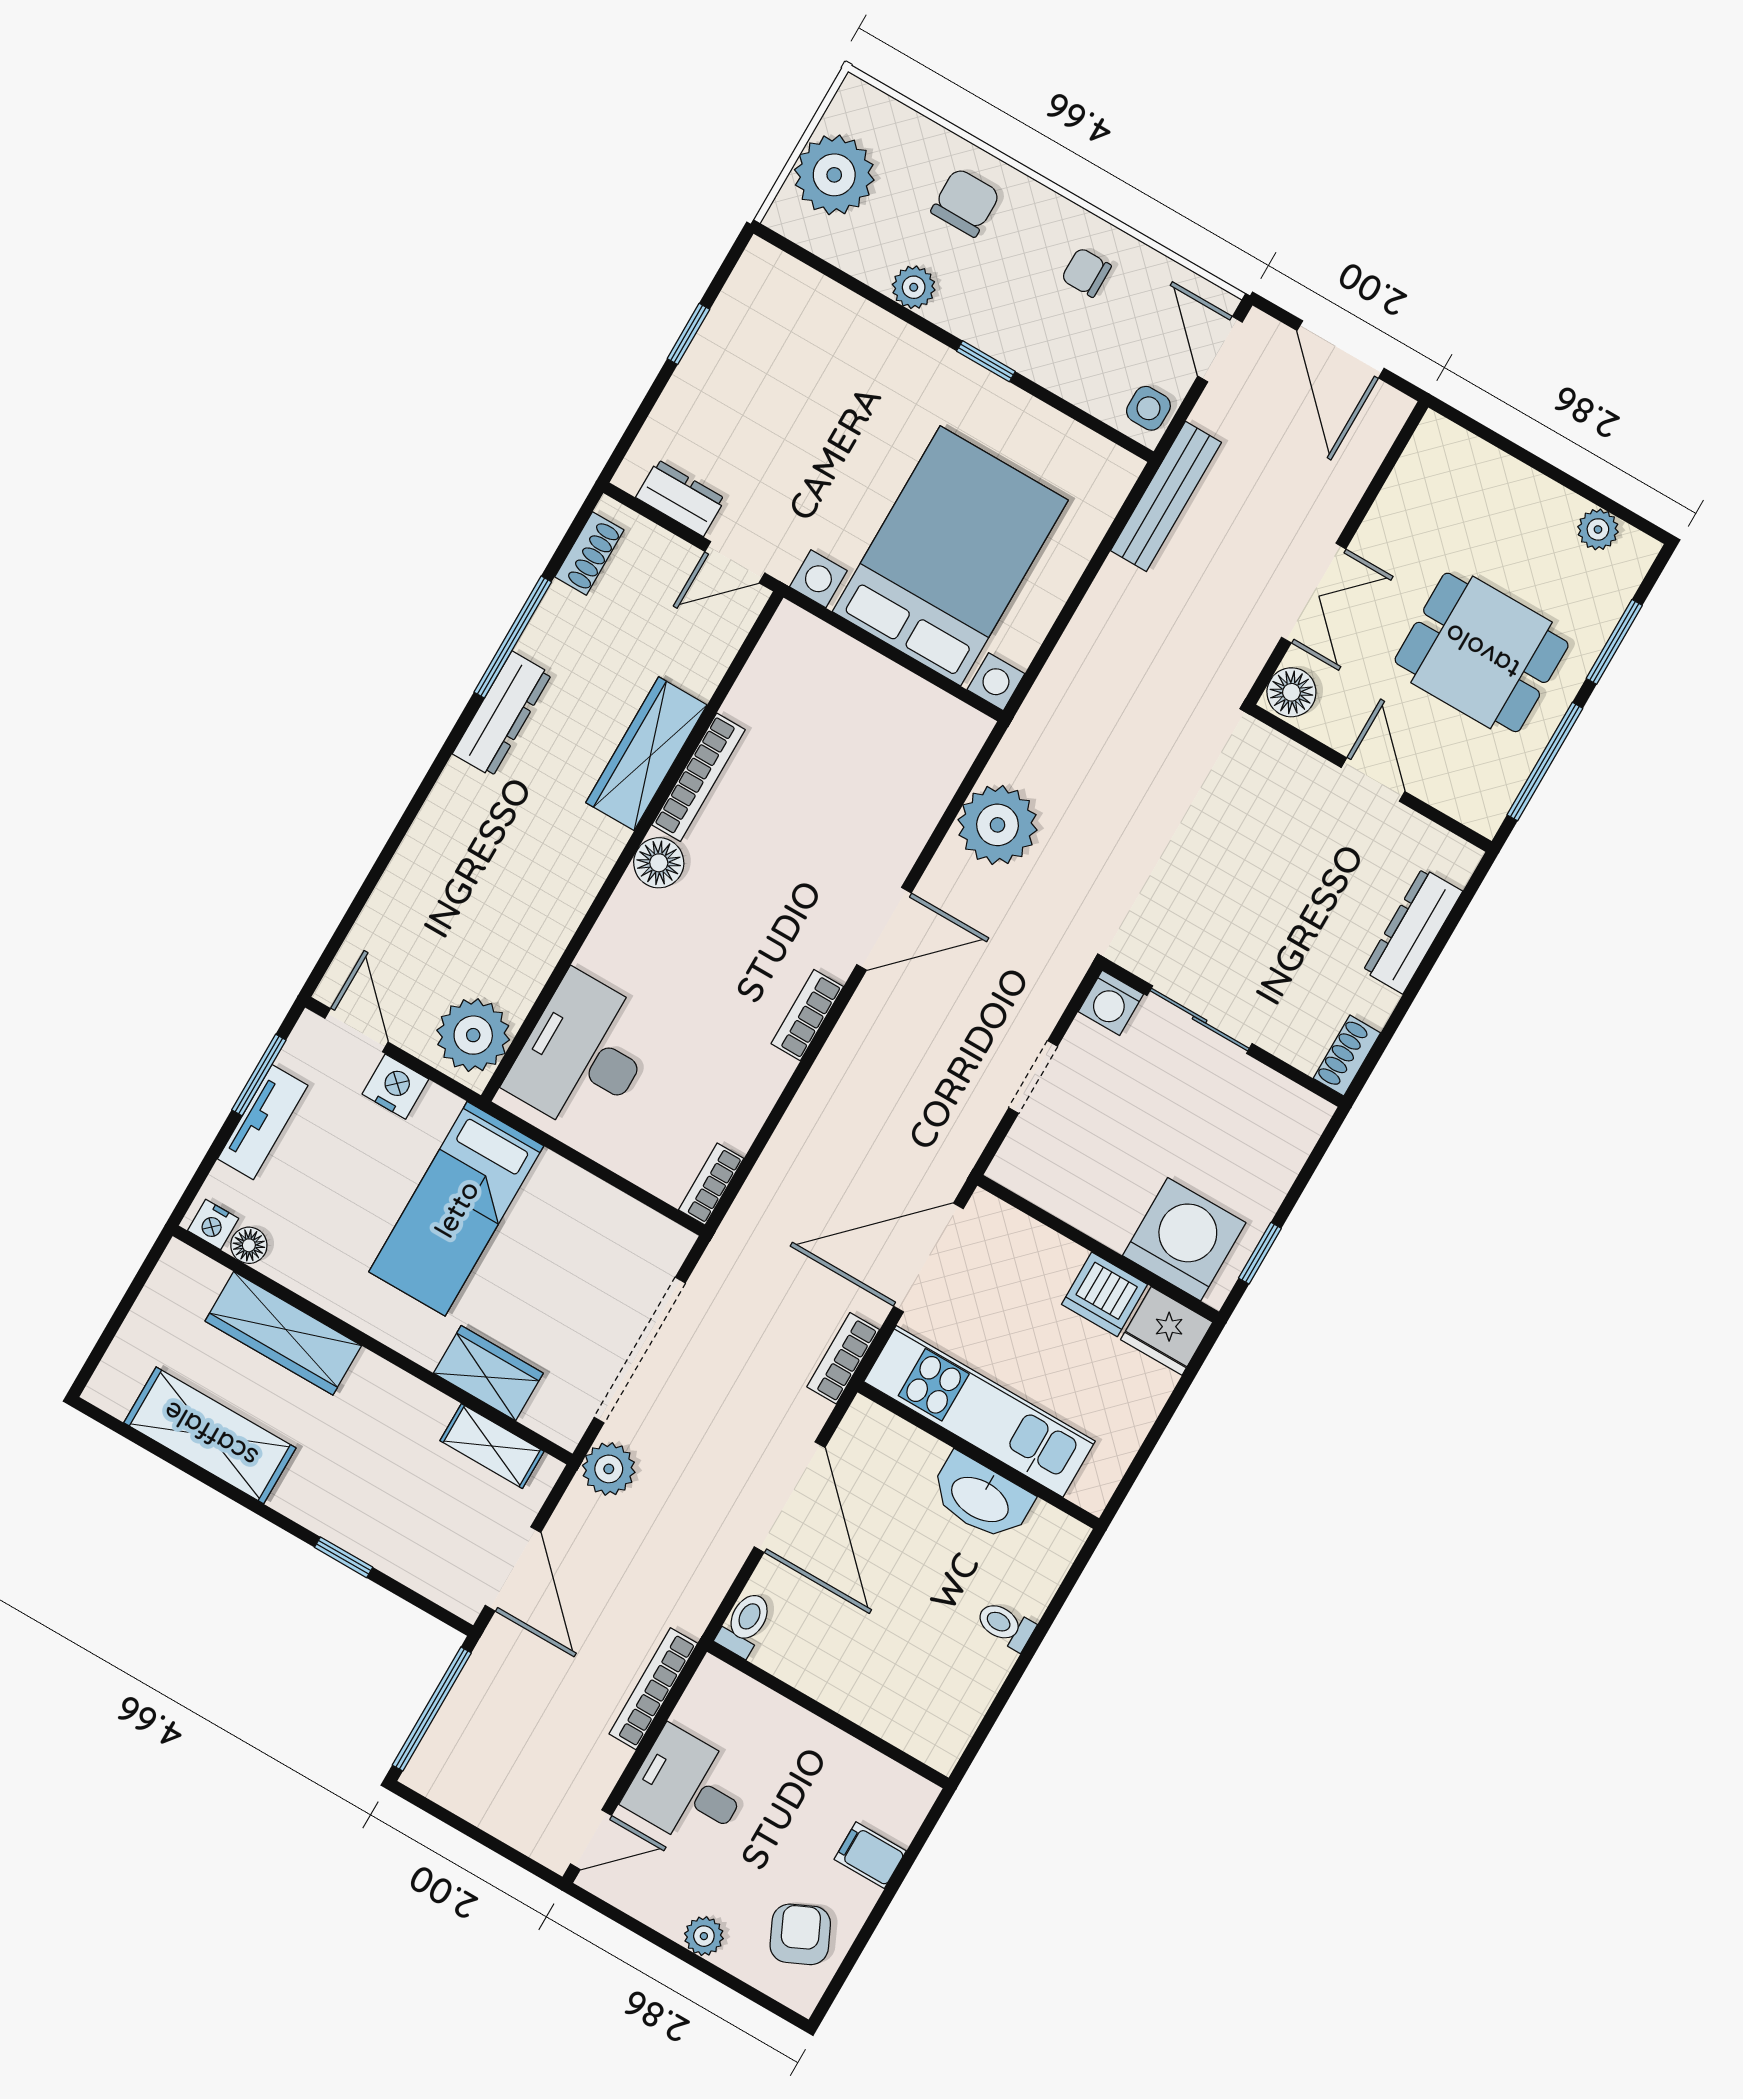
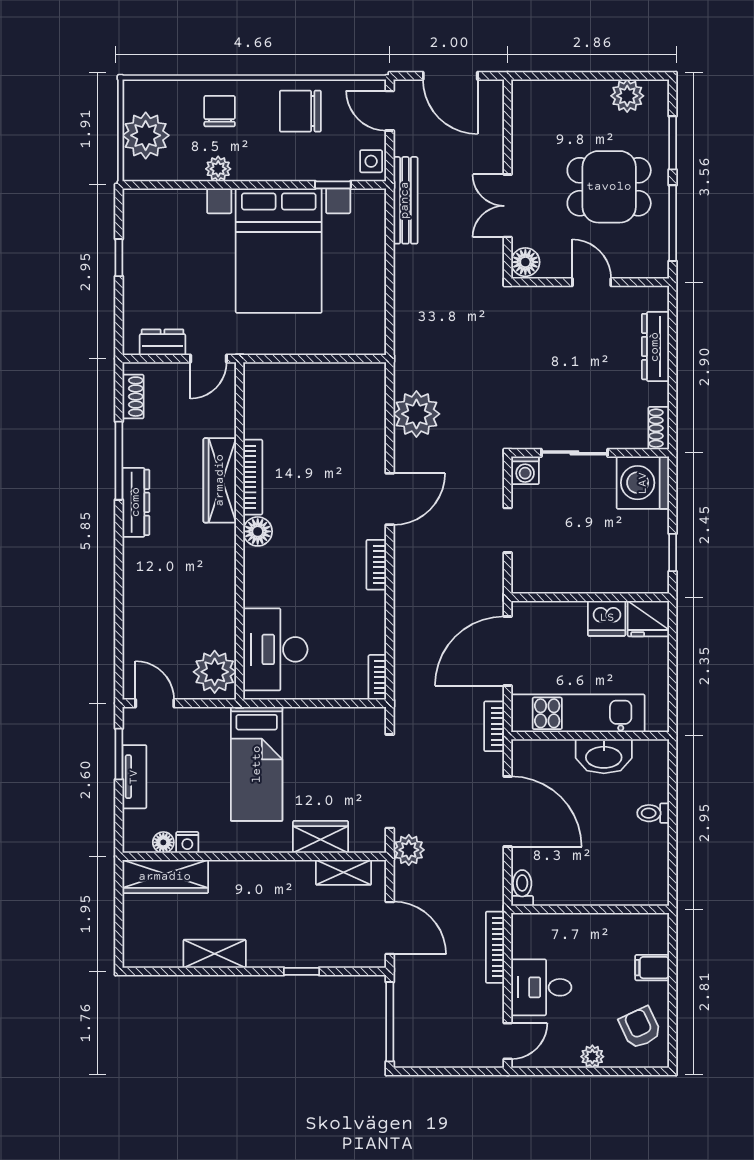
chair: (1086, 272) -> (300, 111), width x1.87, depth x1.87
window: (986, 361) -> (333, 185), moved
plant: (1598, 529) -> (627, 96), width x1.38, depth x1.38
bed with nightstands: (950, 556) -> (279, 251), moved, turned 180
double door: (1314, 593) -> (508, 206), swing flipped
nightstand: (395, 1087) -> (191, 720), removed
nightstand: (213, 1224) -> (187, 842), moved
washing machine: (1184, 1239) -> (643, 483), moved, turned -90
wardrobe: (283, 1333) -> (165, 877), moved
shelving: (210, 1435) -> (215, 954), width x0.67, depth x0.75

